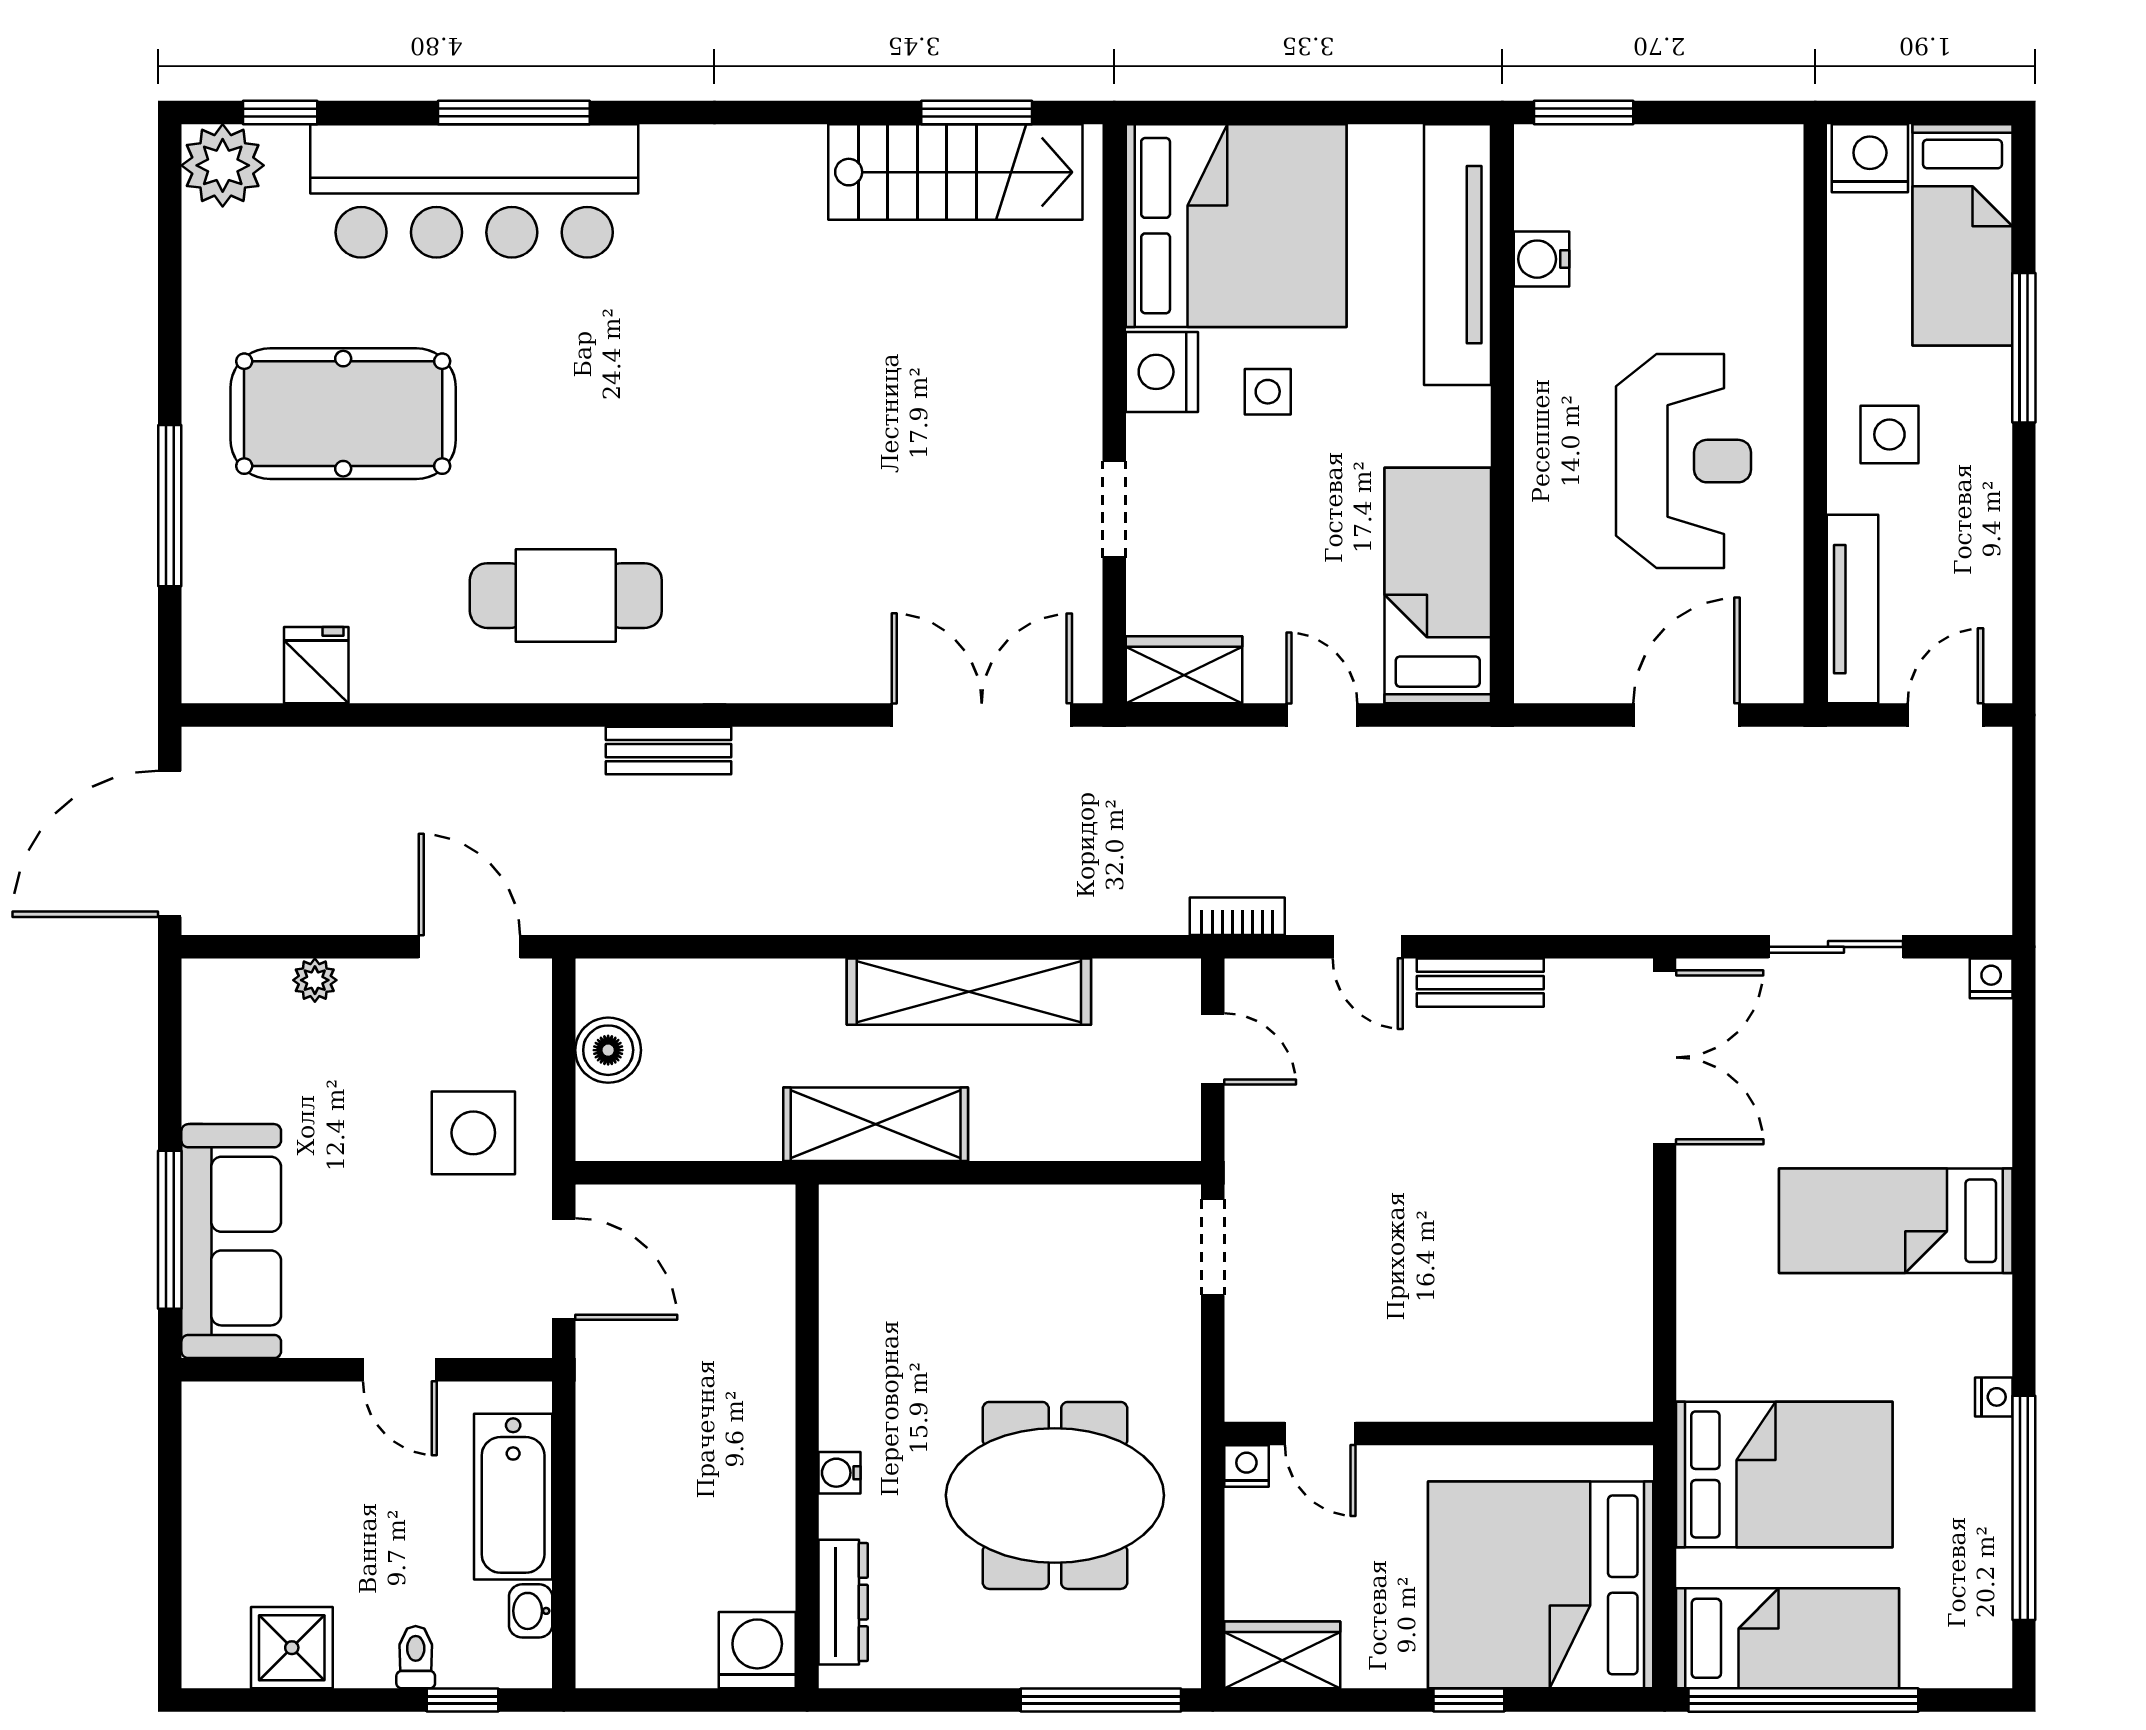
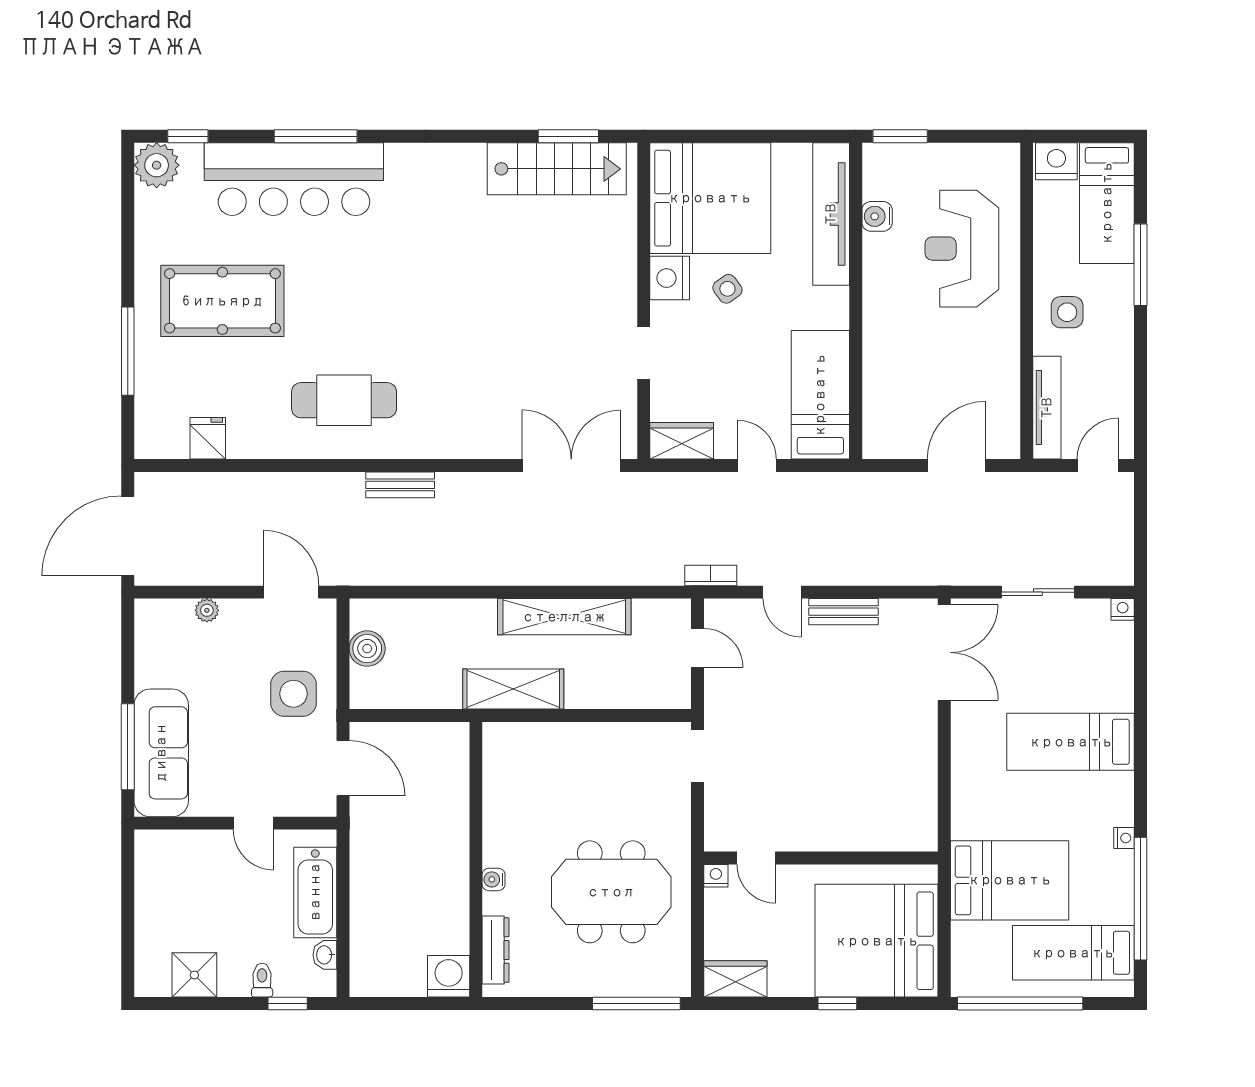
side table: (1268, 392) -> (727, 289), turned -36
reception desk: (1683, 461) -> (962, 249), moved, turned 180
bed: (1788, 1638) -> (1073, 953), moved, turned 180

